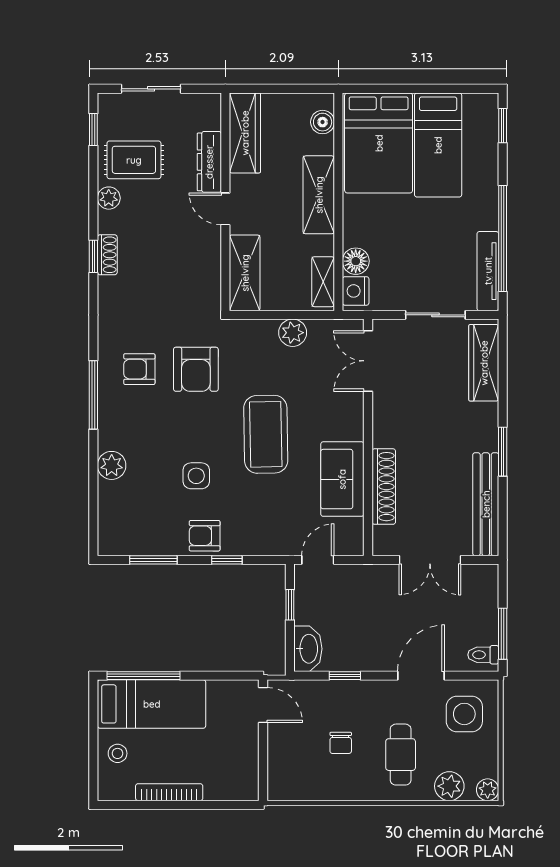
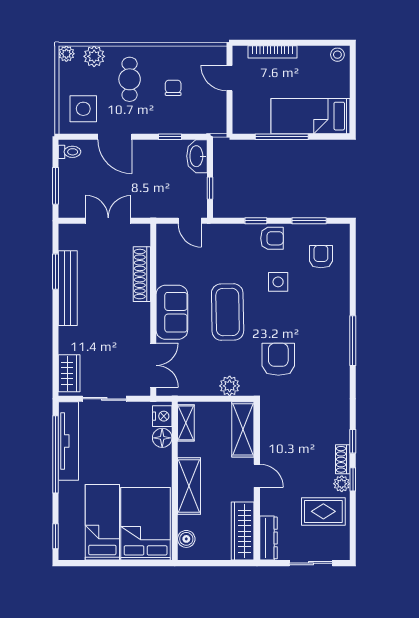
window: (93, 129) -> (353, 479), moved
dresser: (209, 162) -> (269, 538), moved
shoe rack: (107, 255) -> (343, 459), moved
tv unit: (488, 271) -> (68, 441), width x1.36, depth x1.29
plant: (293, 333) -> (230, 386), moved
wardrobe: (484, 363) -> (69, 373), width x0.67
armchair: (139, 369) -> (321, 257), moved, turned -90
window: (503, 452) -> (55, 272), moved
plant: (112, 465) -> (340, 289), removed
sofa: (342, 479) -> (172, 312), moved
bench: (486, 504) -> (68, 288), moved
door: (318, 560) -> (190, 221), hinge flipped
window: (503, 634) -> (55, 186), moved
window: (143, 676) -> (282, 137), moved
door: (421, 676) -> (115, 137), hinge flipped
door: (263, 705) -> (230, 78), moved
stool: (118, 753) -> (337, 55), moved
bookcase: (169, 792) -> (272, 52), moved

